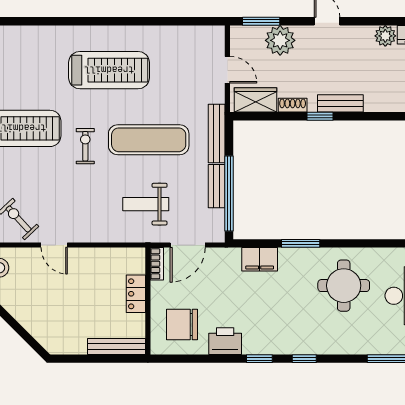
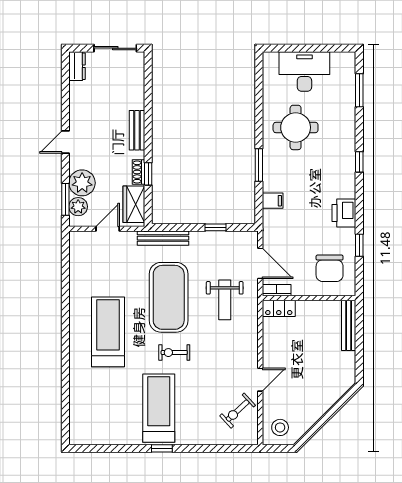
plant: (385, 36) -> (78, 207), moved
window: (320, 116) -> (148, 174), moved
exercise mat: (149, 140) -> (169, 297), width x1.47
bench: (217, 186) -> (209, 238), removed
window: (229, 194) -> (215, 227), width x0.32
filing cabinet: (260, 259) -> (273, 201), width x0.50
locker: (136, 294) -> (279, 308), moved
printer: (225, 341) -> (344, 213), moved
window: (259, 359) -> (359, 245), moved

